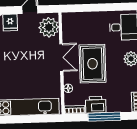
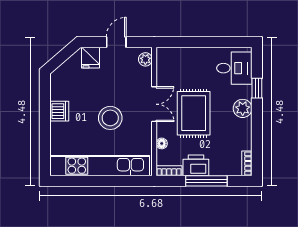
plant: (49, 27) -> (145, 59), width x0.53, depth x0.53
stool: (27, 69) -> (110, 118), added

